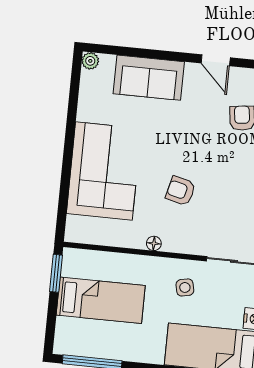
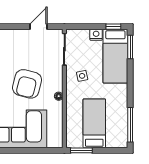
armchair: (181, 191) -> (27, 84), width x1.88, depth x1.88

